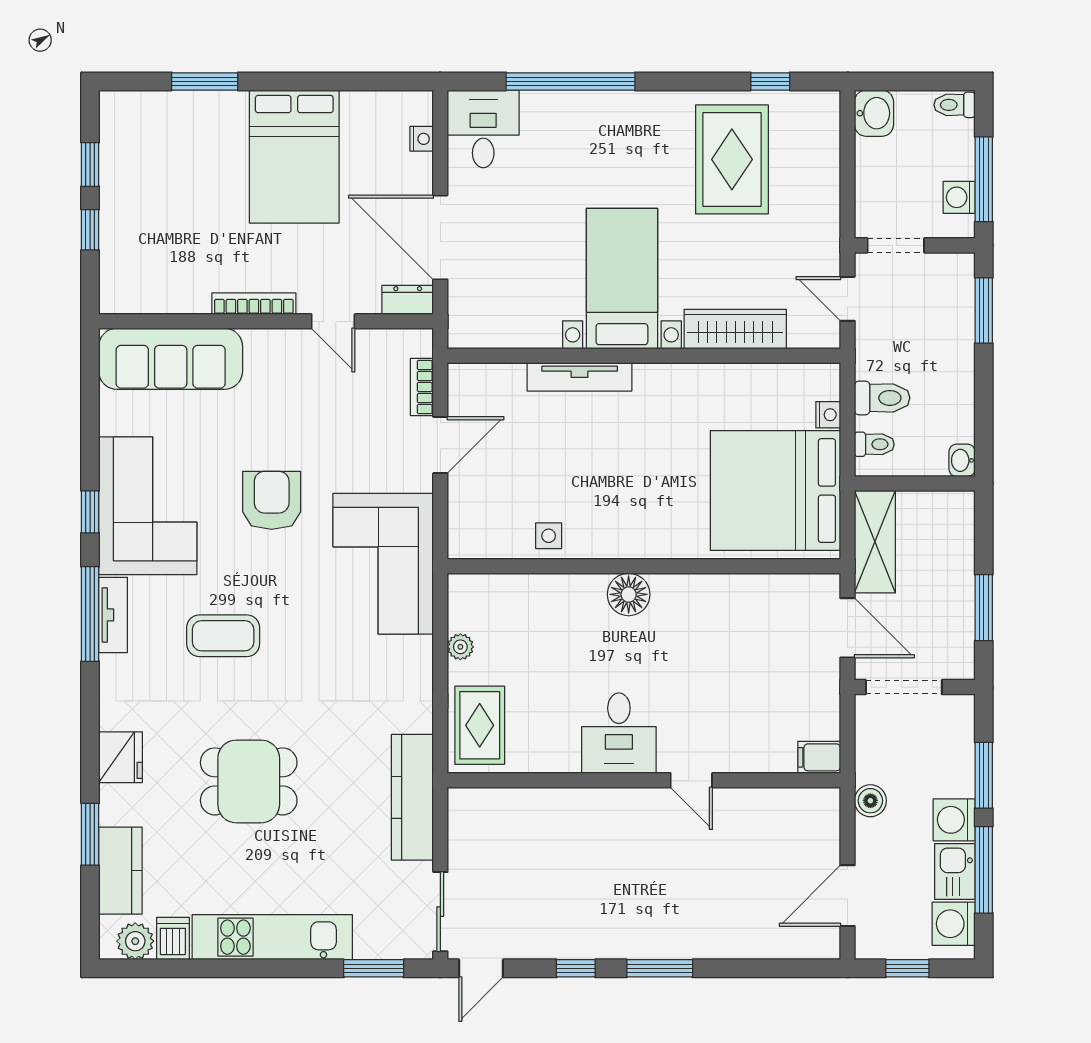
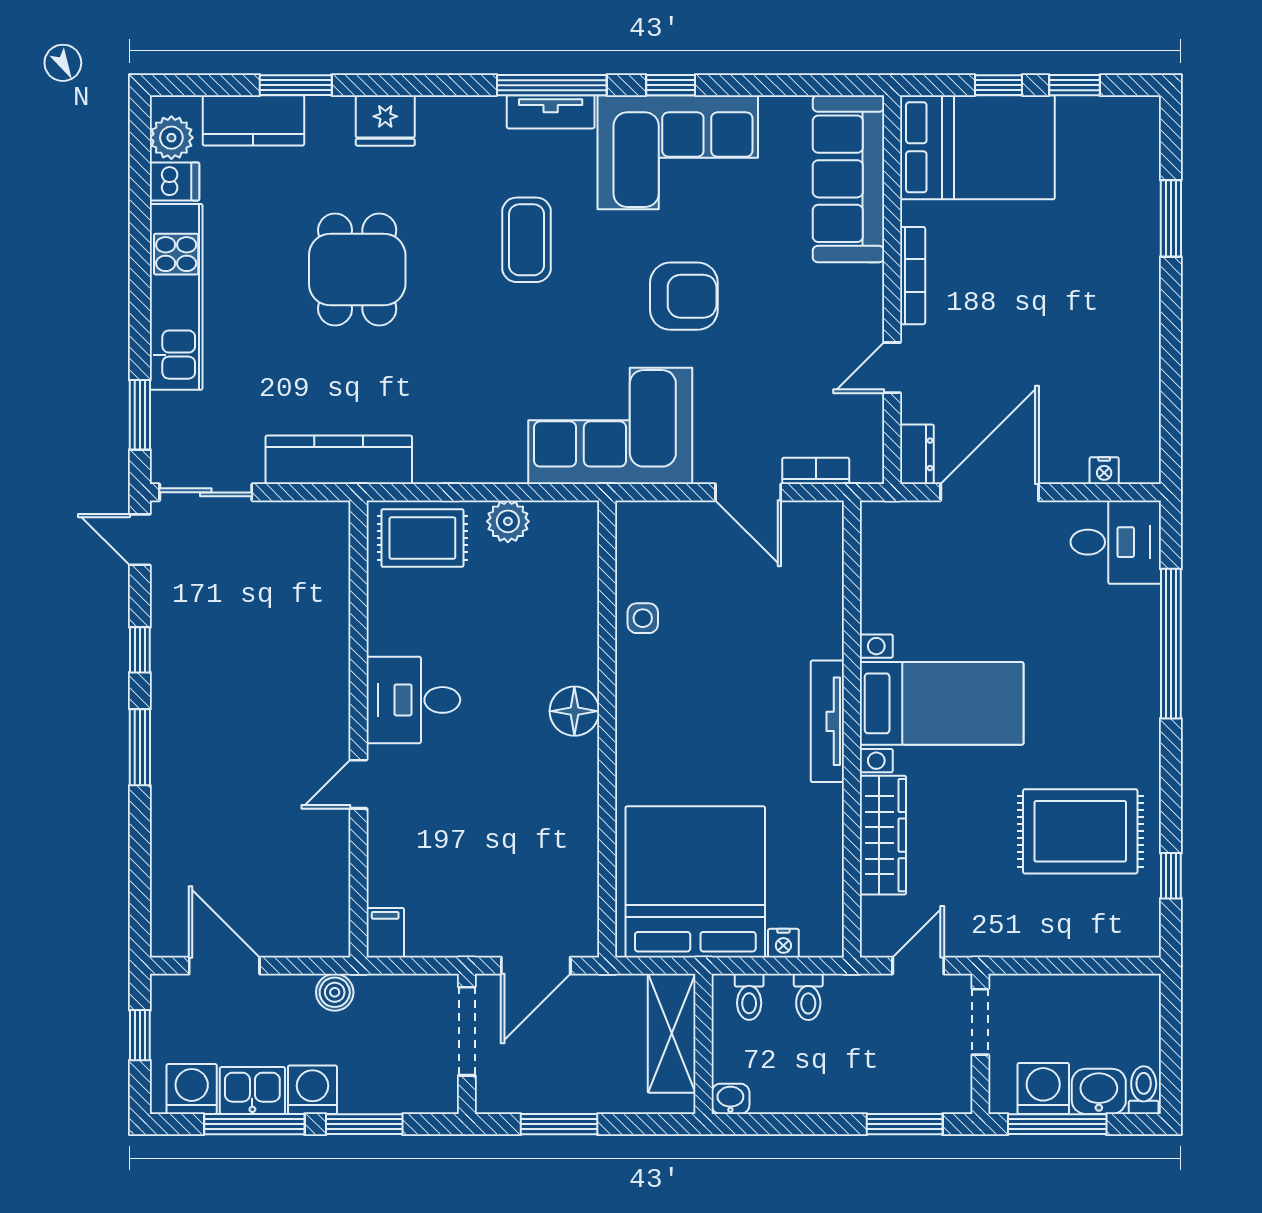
washbasin: (874, 113) -> (1099, 1091), moved, turned 180
bed: (294, 157) -> (977, 147), moved, turned 180
washing machine: (959, 197) -> (1043, 1088), width x1.38, depth x1.38
tv unit: (580, 377) -> (827, 721), moved
toilet: (882, 398) -> (808, 997), width x0.73, depth x0.72
shelving: (875, 542) -> (672, 1033), moved, turned 90
plant: (460, 647) -> (508, 521), width x1.38, depth x1.38

